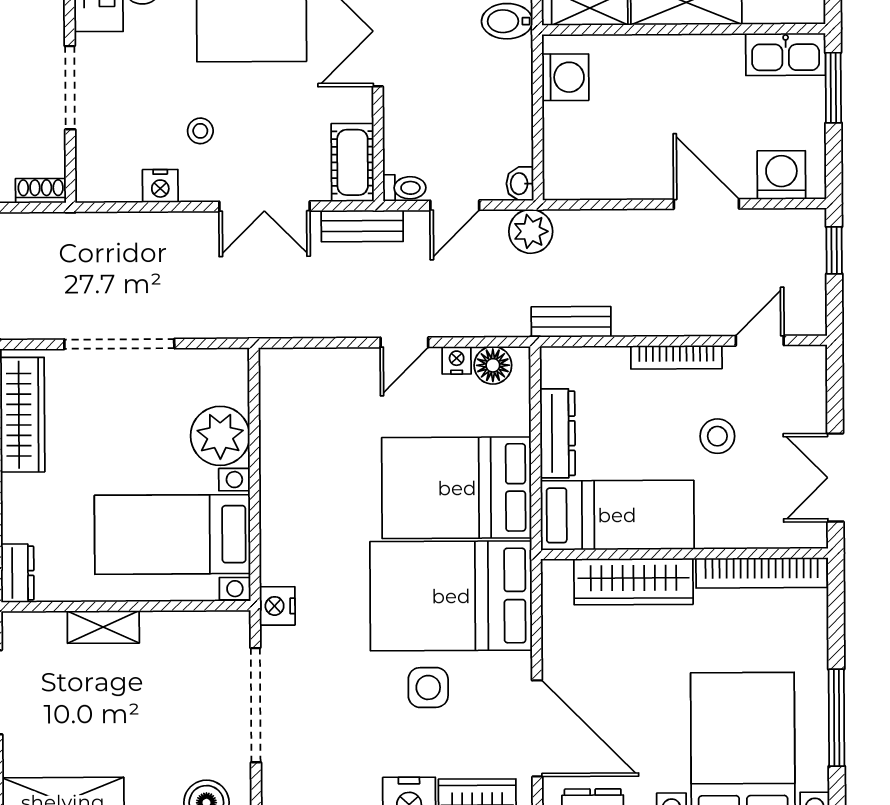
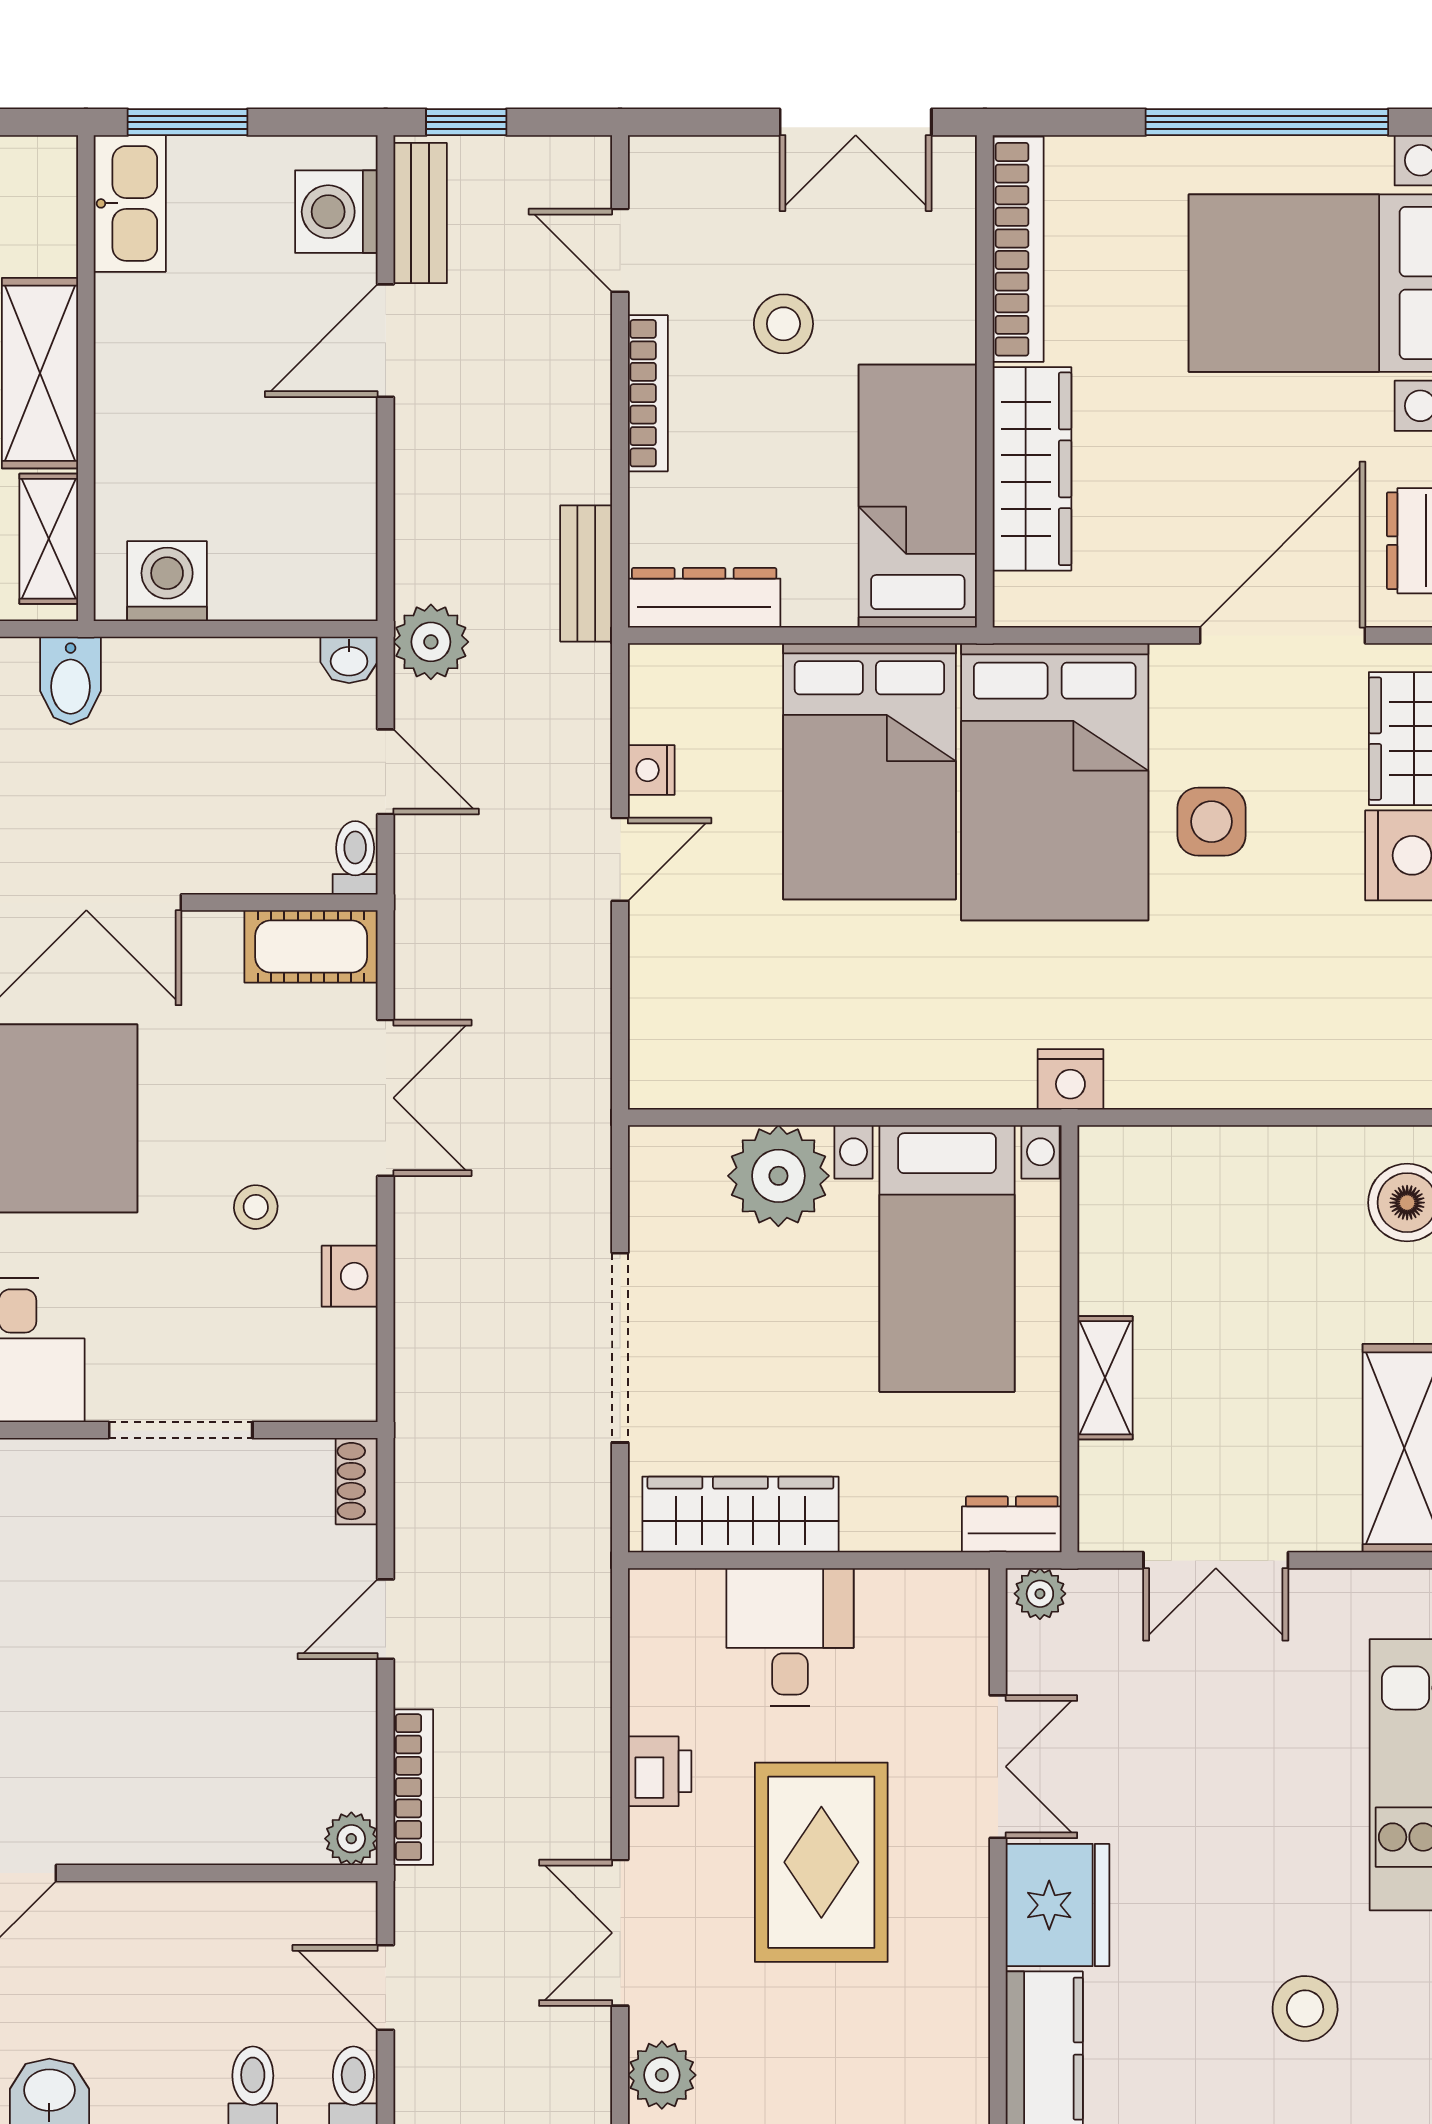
bench: (362, 226) -> (420, 213), moved
door: (404, 342) -> (620, 859), hinge flipped
floor lamp: (493, 365) -> (660, 708), removed
dresser: (558, 433) -> (704, 598), moved
doorway: (256, 705) -> (1240, 1117), removed
window: (837, 718) -> (1267, 122), width x1.46

